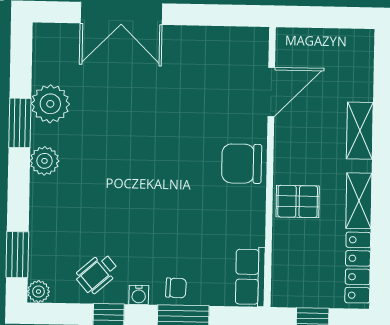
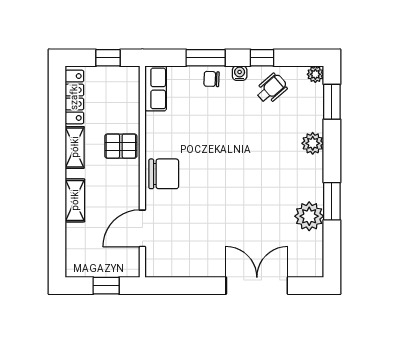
window: (321, 17) -> (106, 286), added
plant: (44, 161) -> (313, 143), moved

